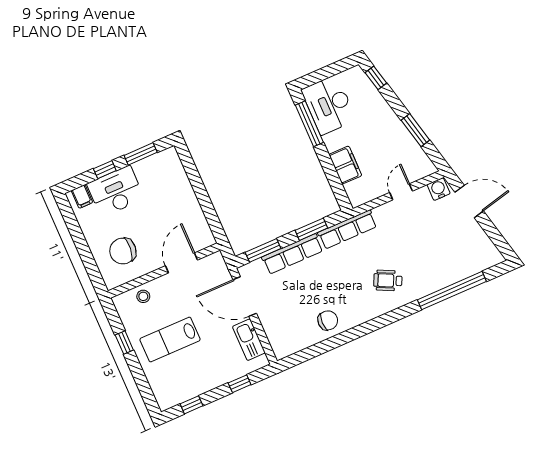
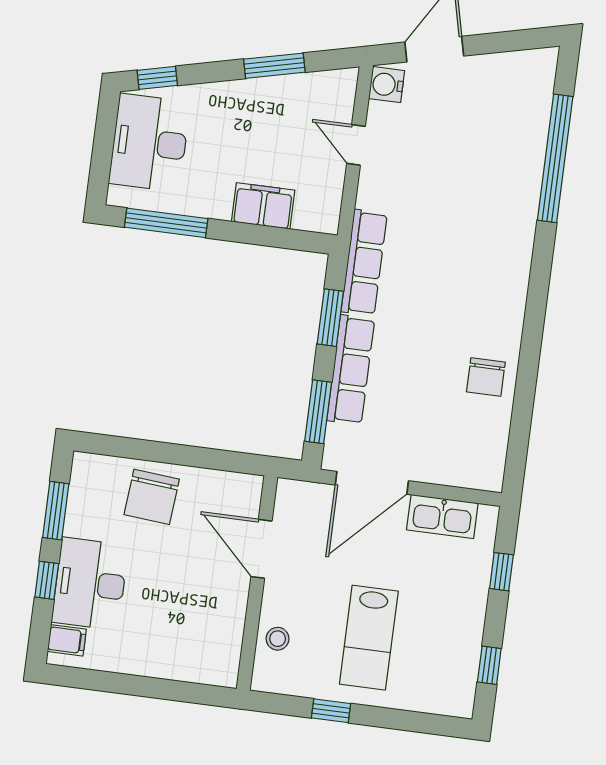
desk: (329, 105) -> (149, 143), moved, turned 90
chair: (123, 251) -> (152, 497), moved
wheelchair: (388, 280) -> (480, 247), removed
chair: (328, 320) -> (486, 377), turned 180

